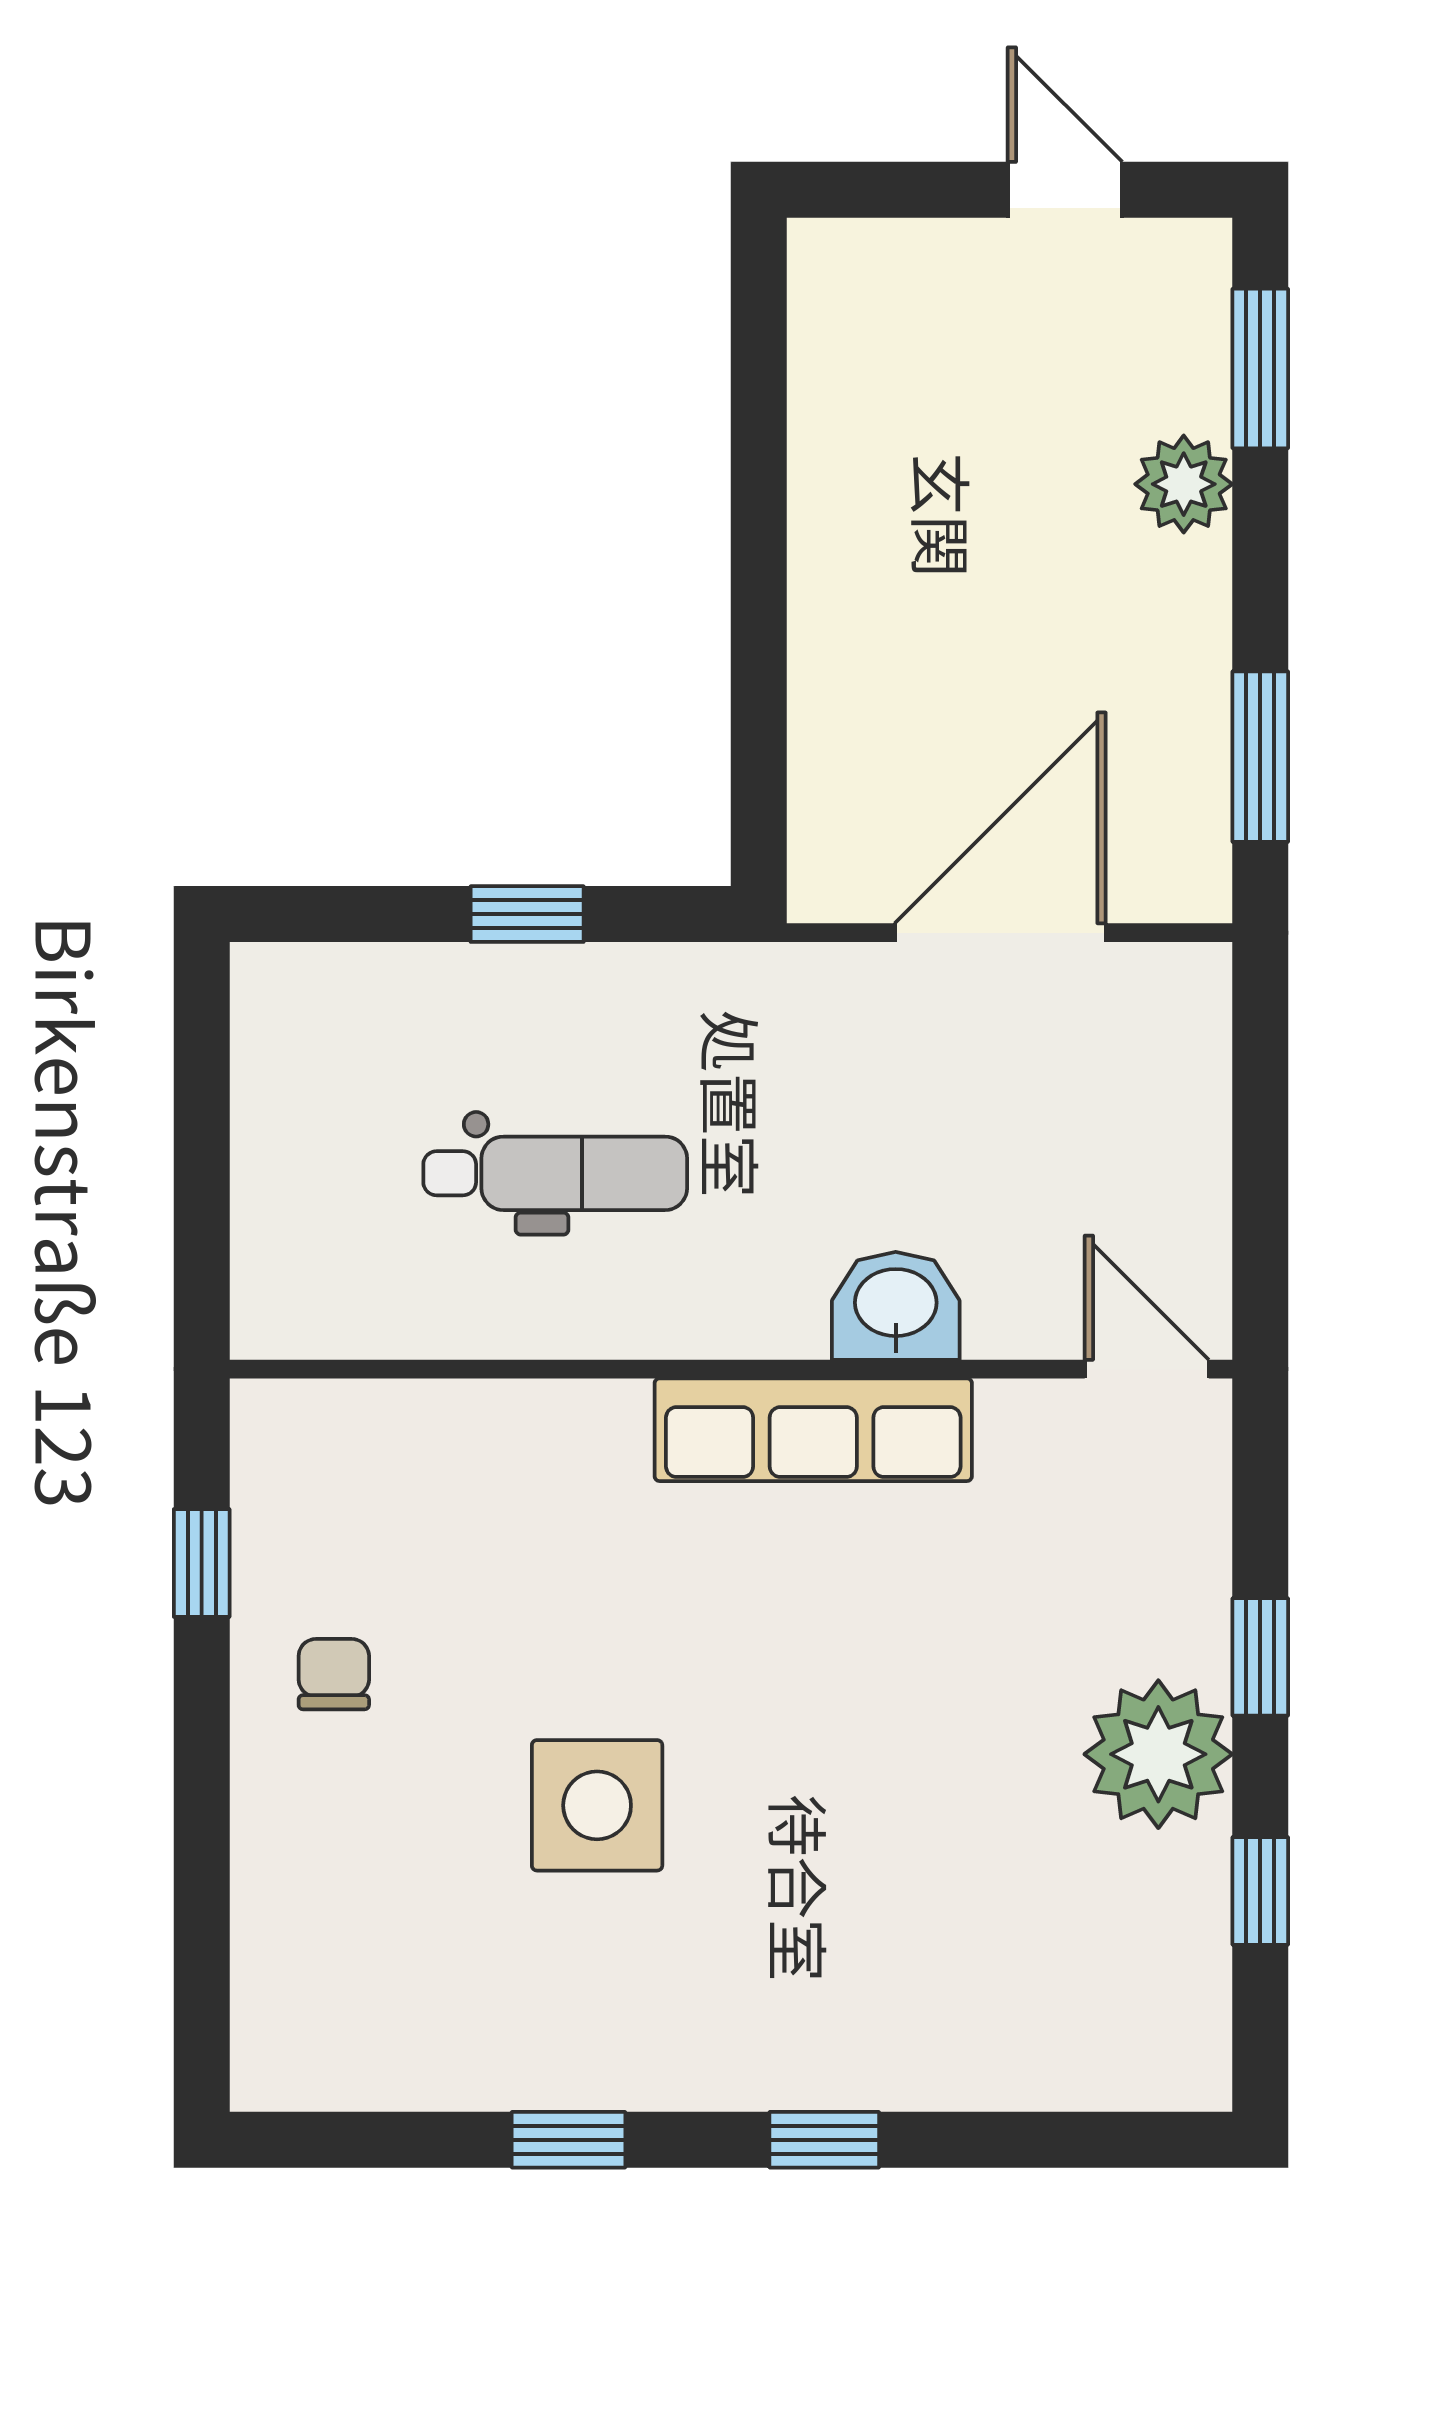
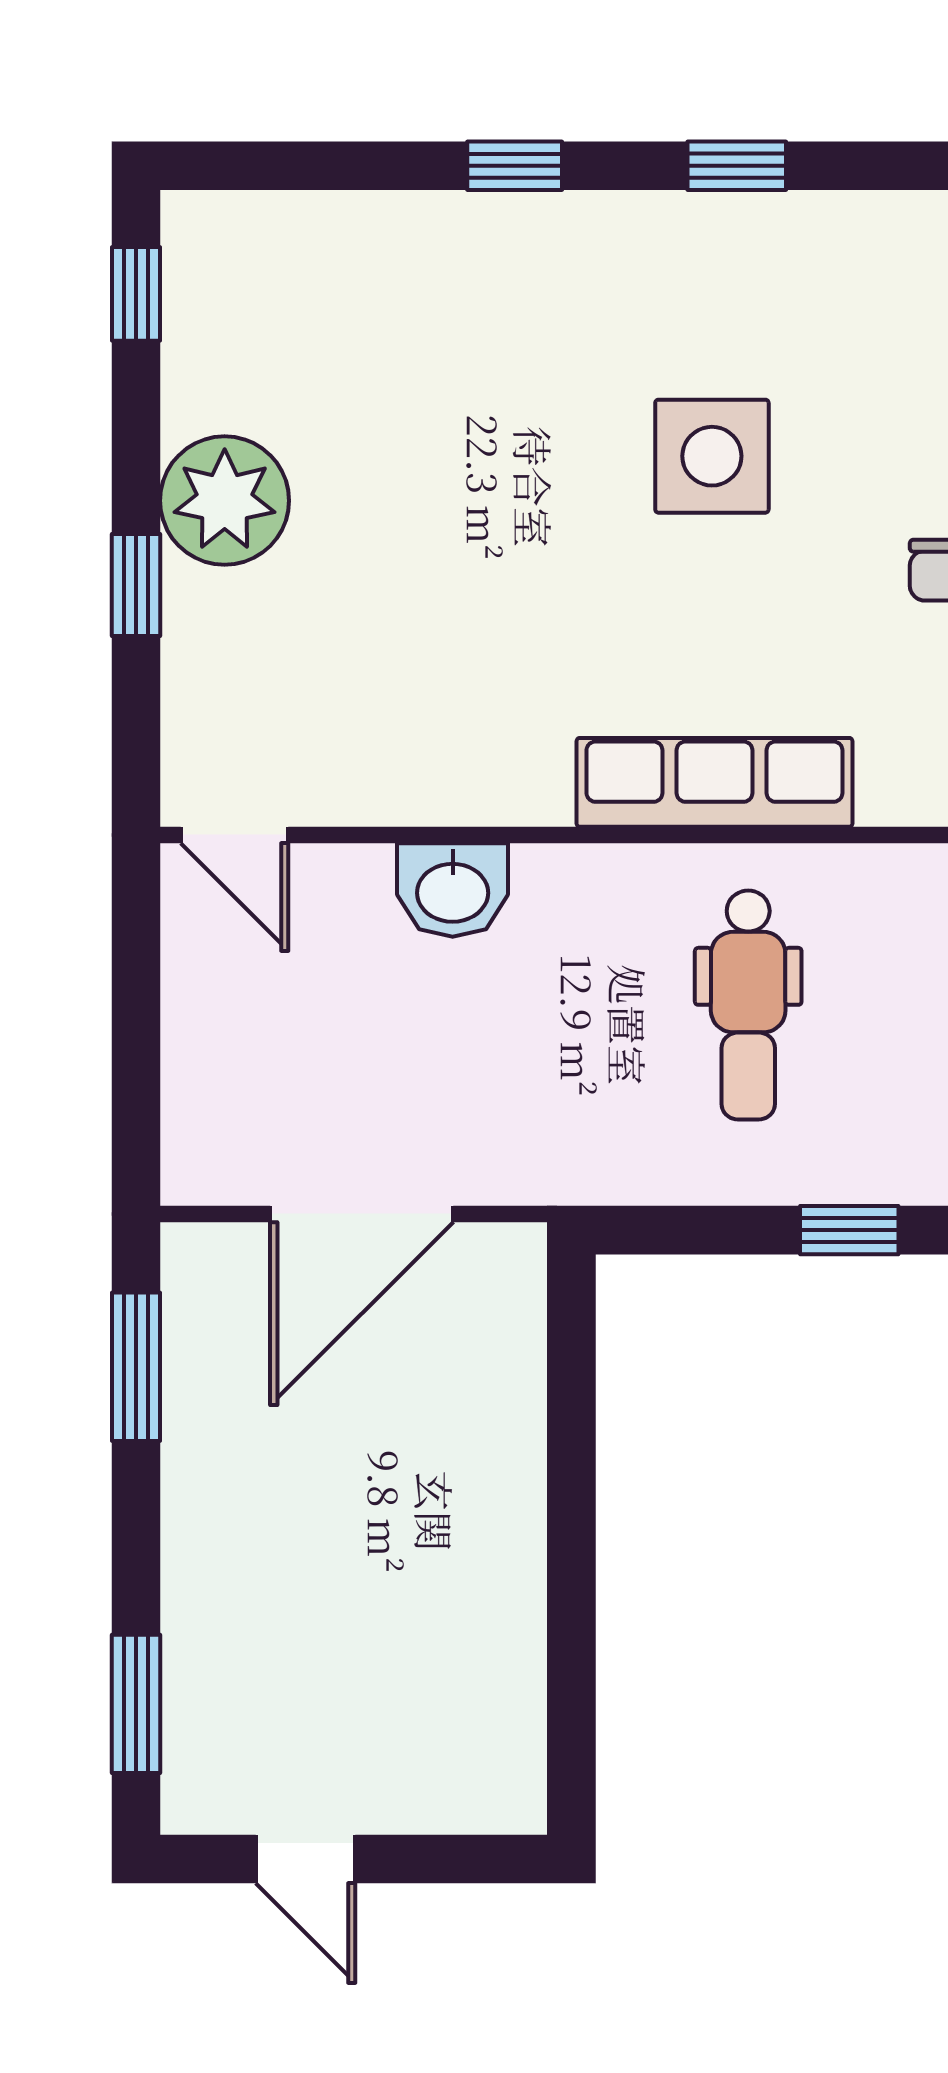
plant: (1184, 484) -> (202, 1604), removed
window: (527, 914) -> (849, 1230), moved
dental chair: (555, 1173) -> (748, 1005), turned -90
row of seats: (813, 1430) -> (714, 782), moved
window: (1260, 1891) -> (136, 294), moved

